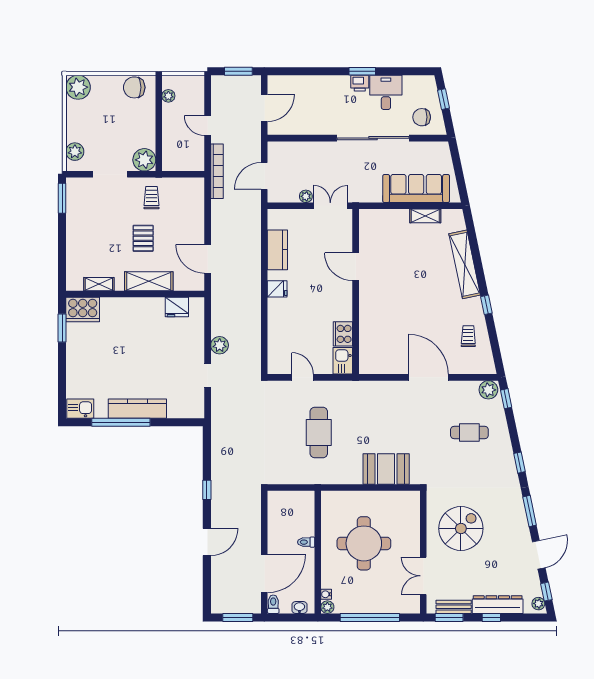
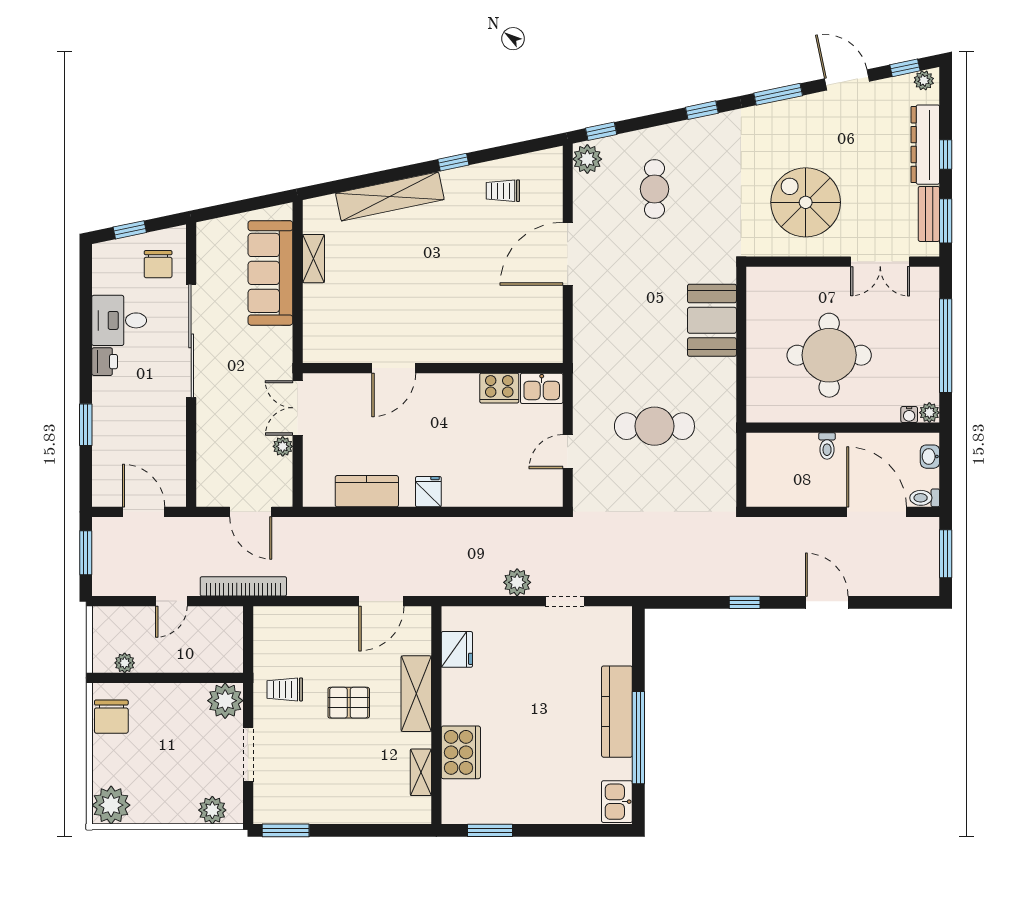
window: (362, 71) -> (86, 425), moved
cooker: (83, 309) -> (461, 752), moved

